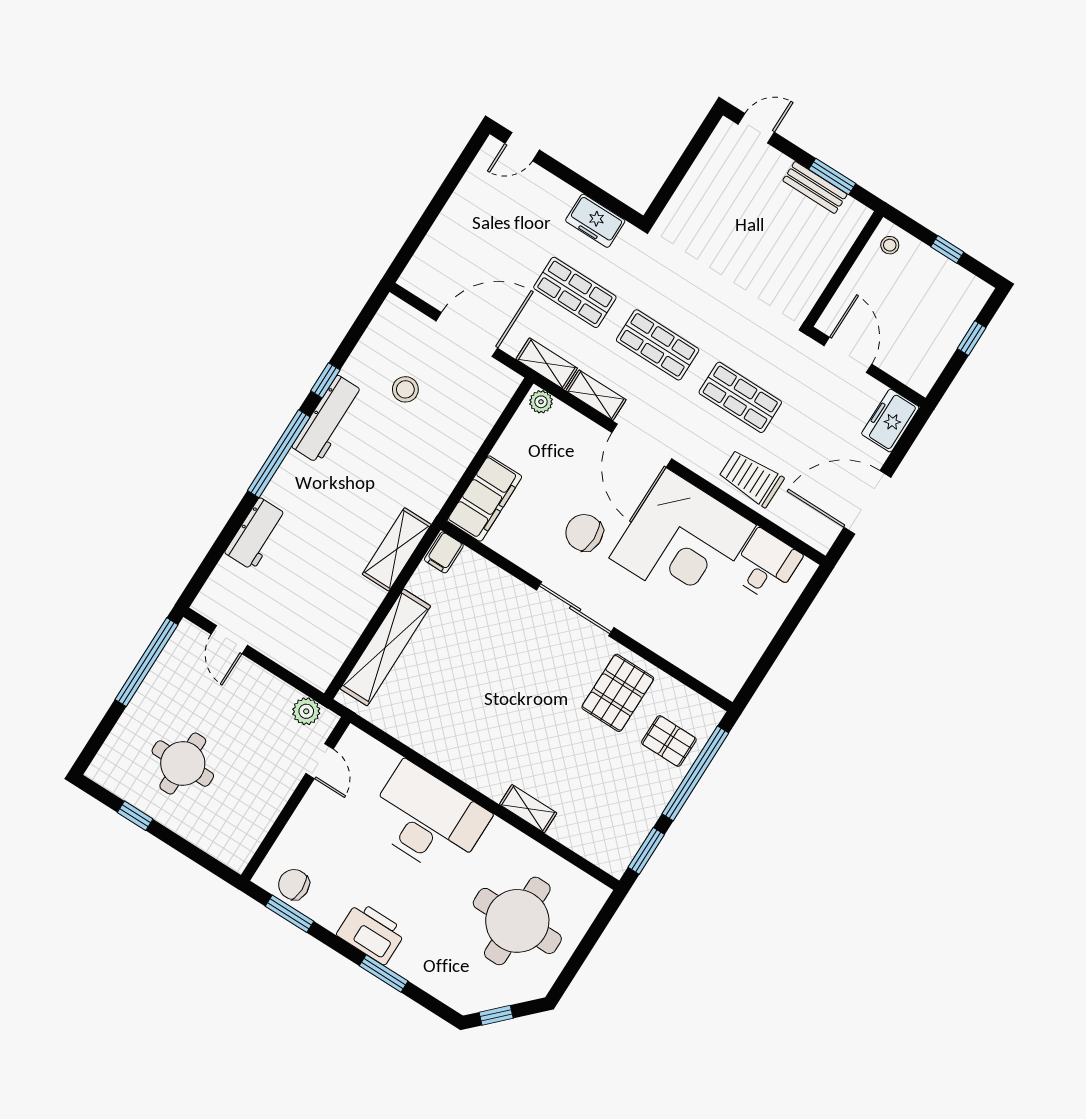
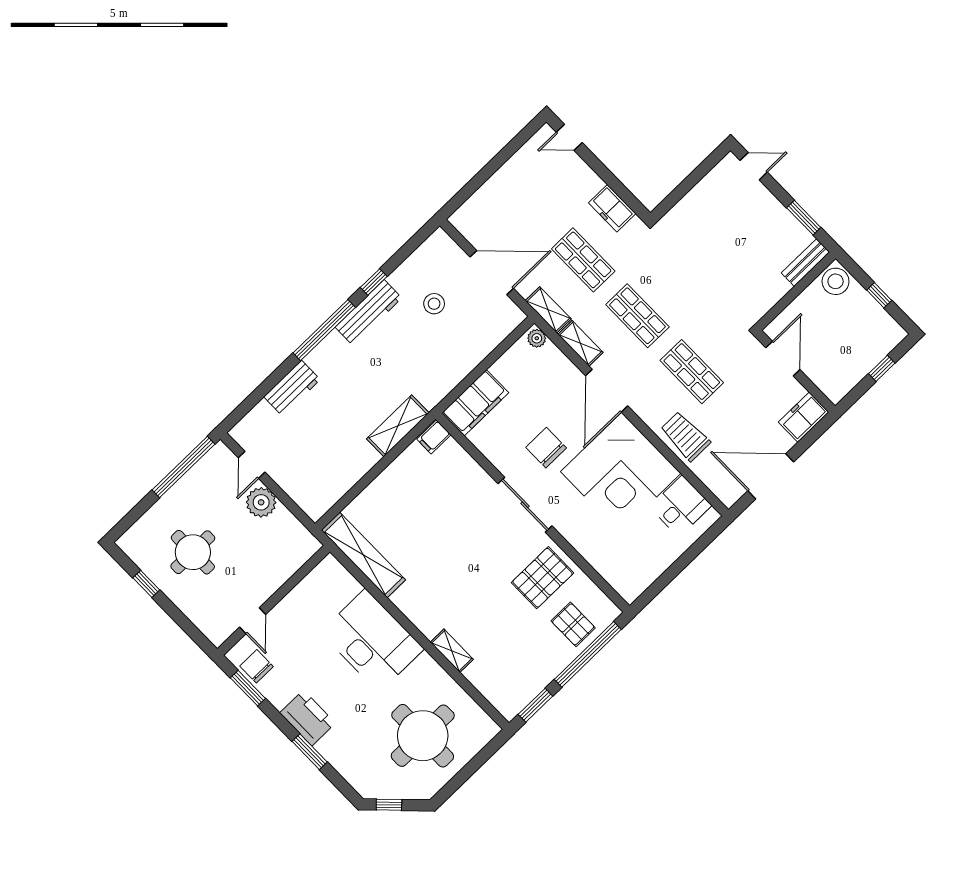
bench: (815, 188) -> (805, 263), moved, turned 90
stool: (890, 245) -> (836, 281), width x1.89, depth x1.89
shelving: (385, 647) -> (363, 555), moved, turned 90
plant: (306, 711) -> (261, 502), moved, width x1.36, depth x1.36
door: (320, 761) -> (253, 621), moved

